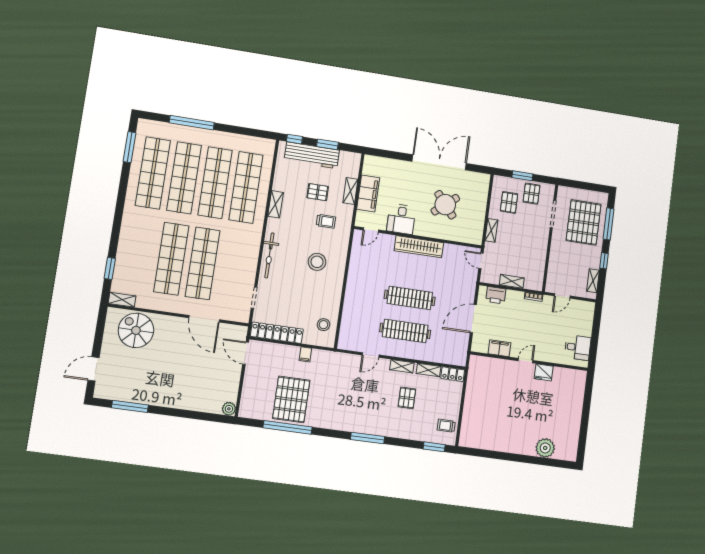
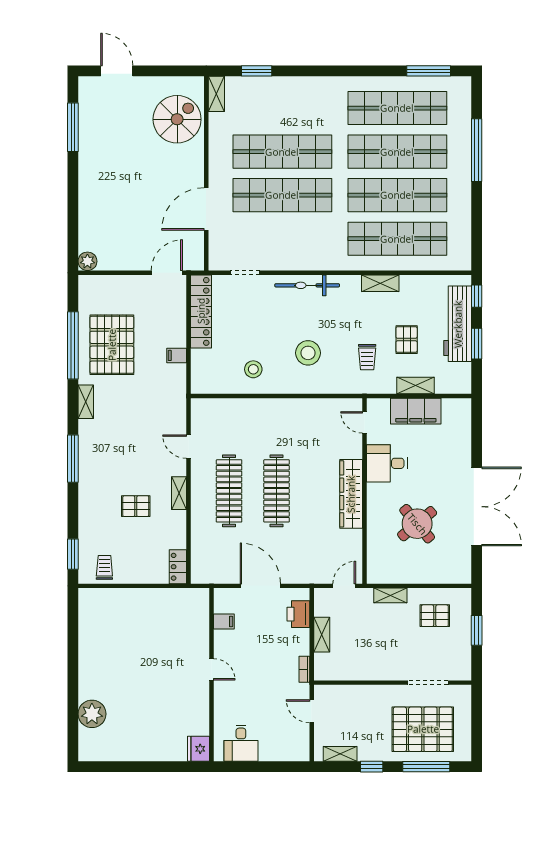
pallet: (531, 194) -> (453, 647), removed
stool: (323, 325) -> (253, 369), moved
filing cabinet: (499, 348) -> (224, 621), width x0.50
shelving: (428, 370) -> (86, 402), moved
fridge: (544, 372) -> (198, 749), moved
pallet: (291, 399) -> (112, 345), turned 90

